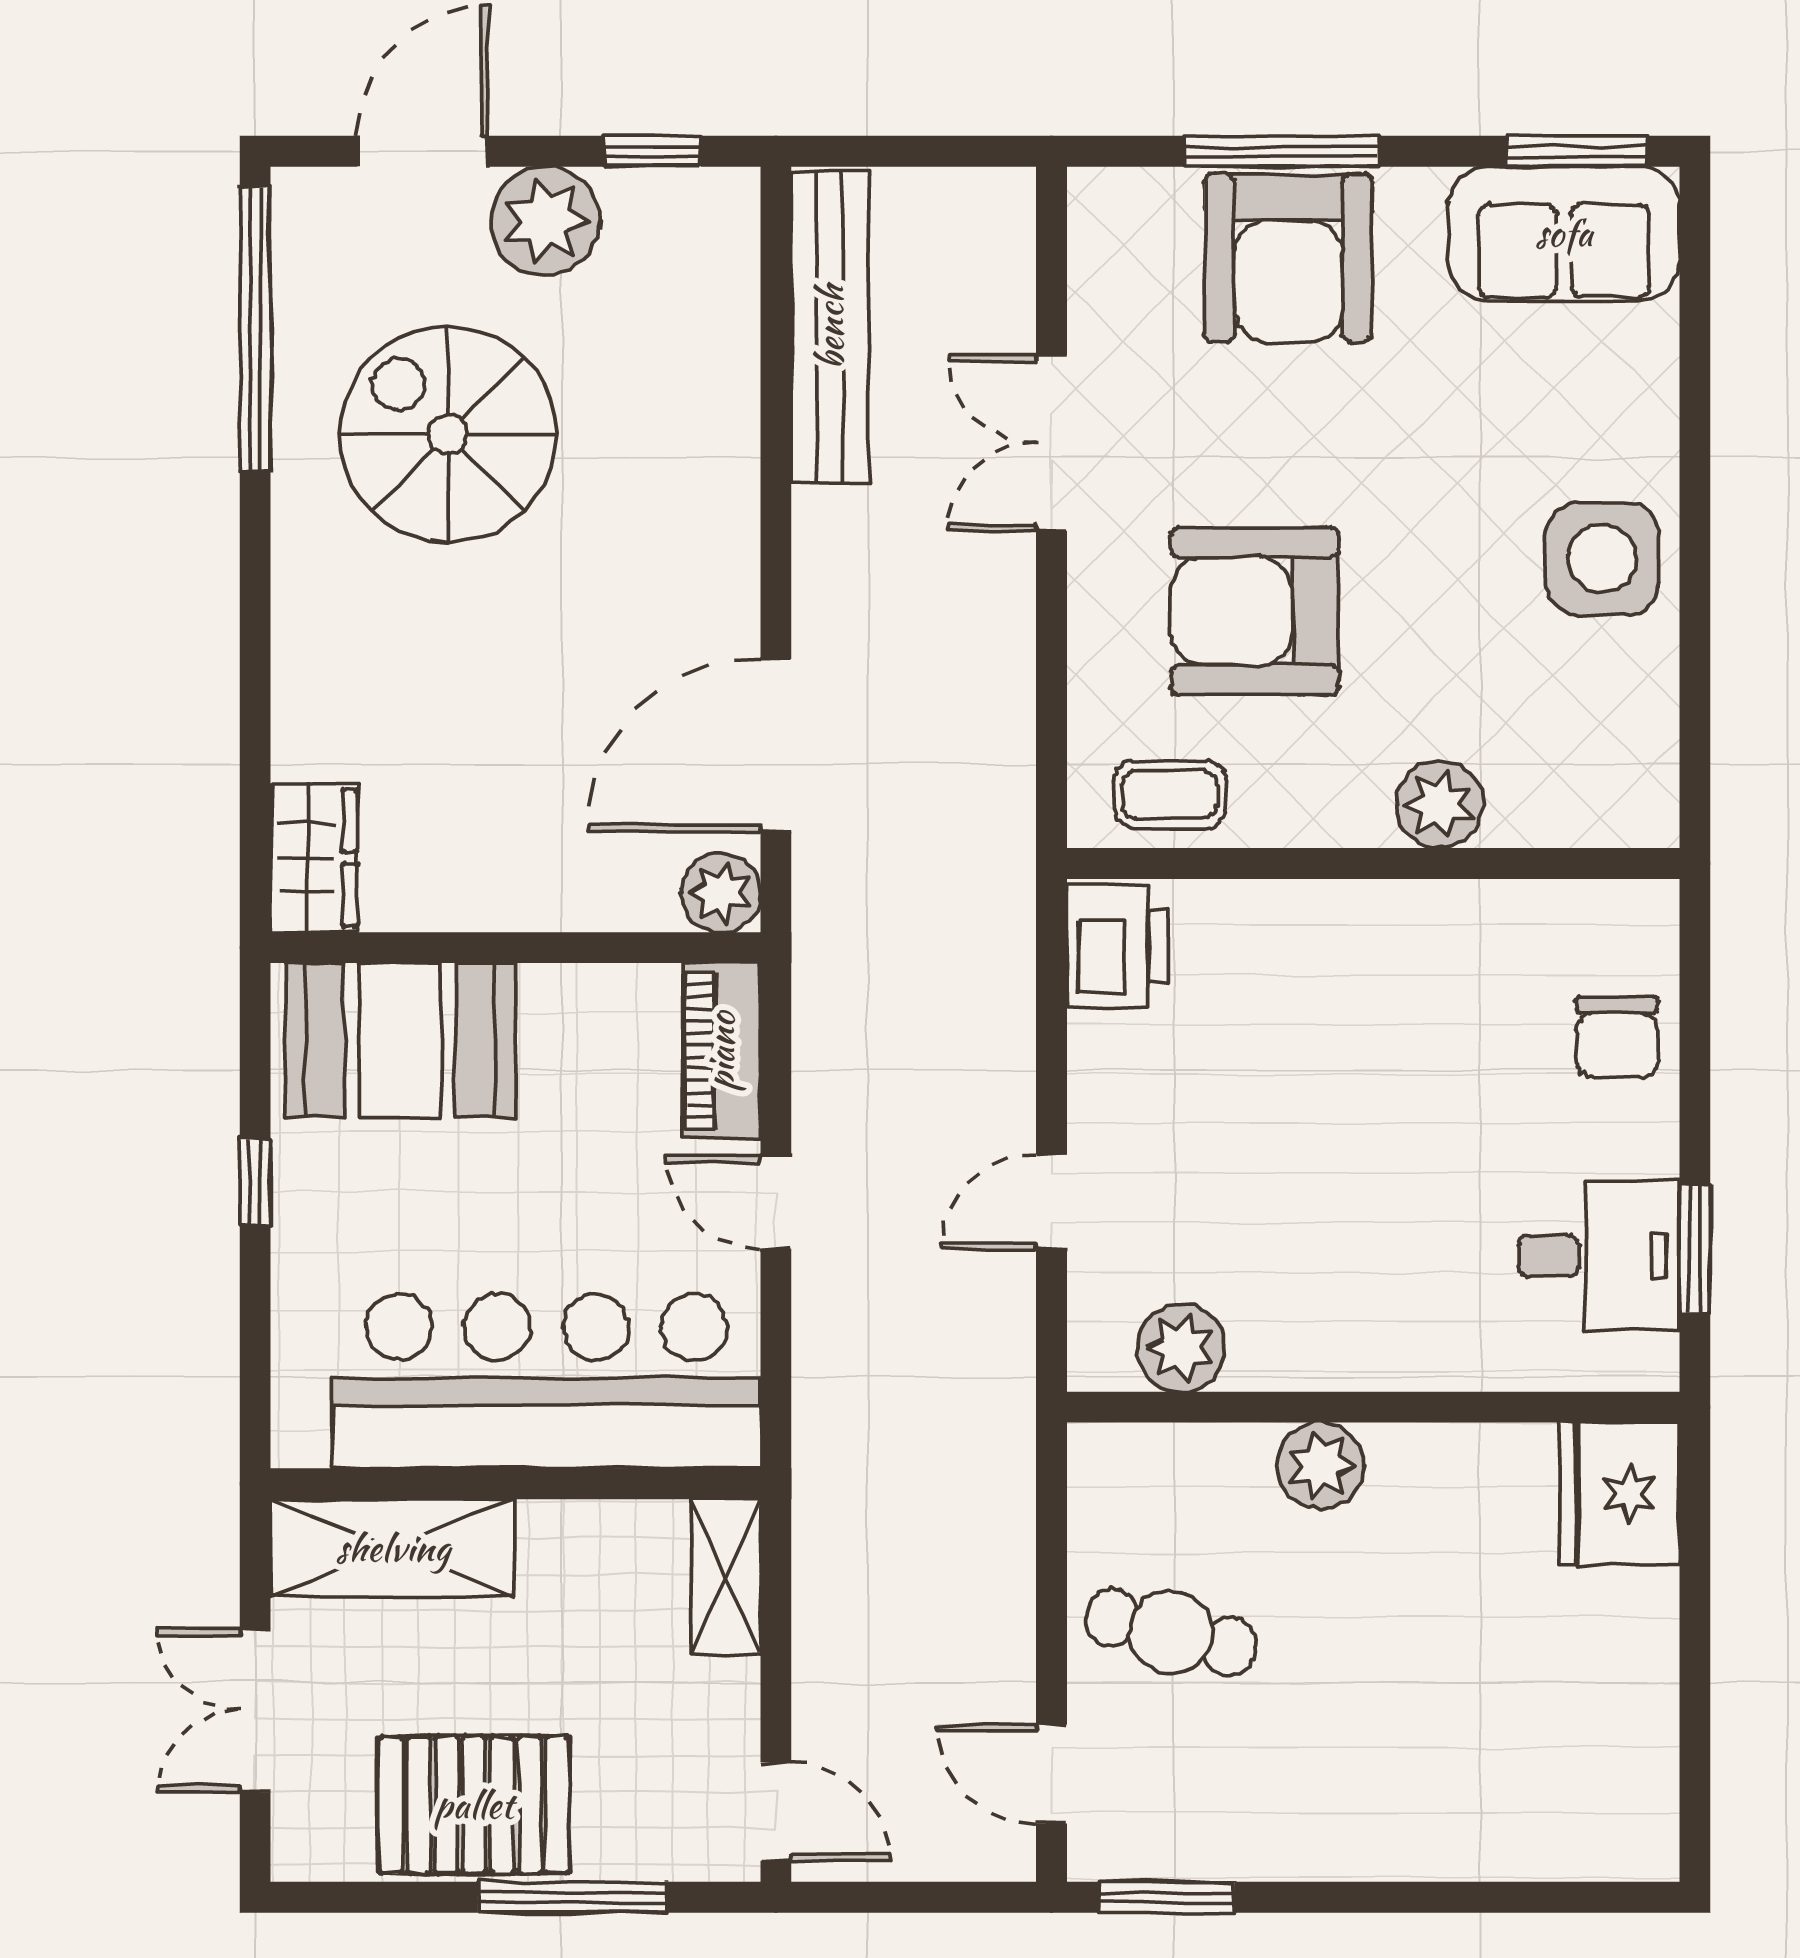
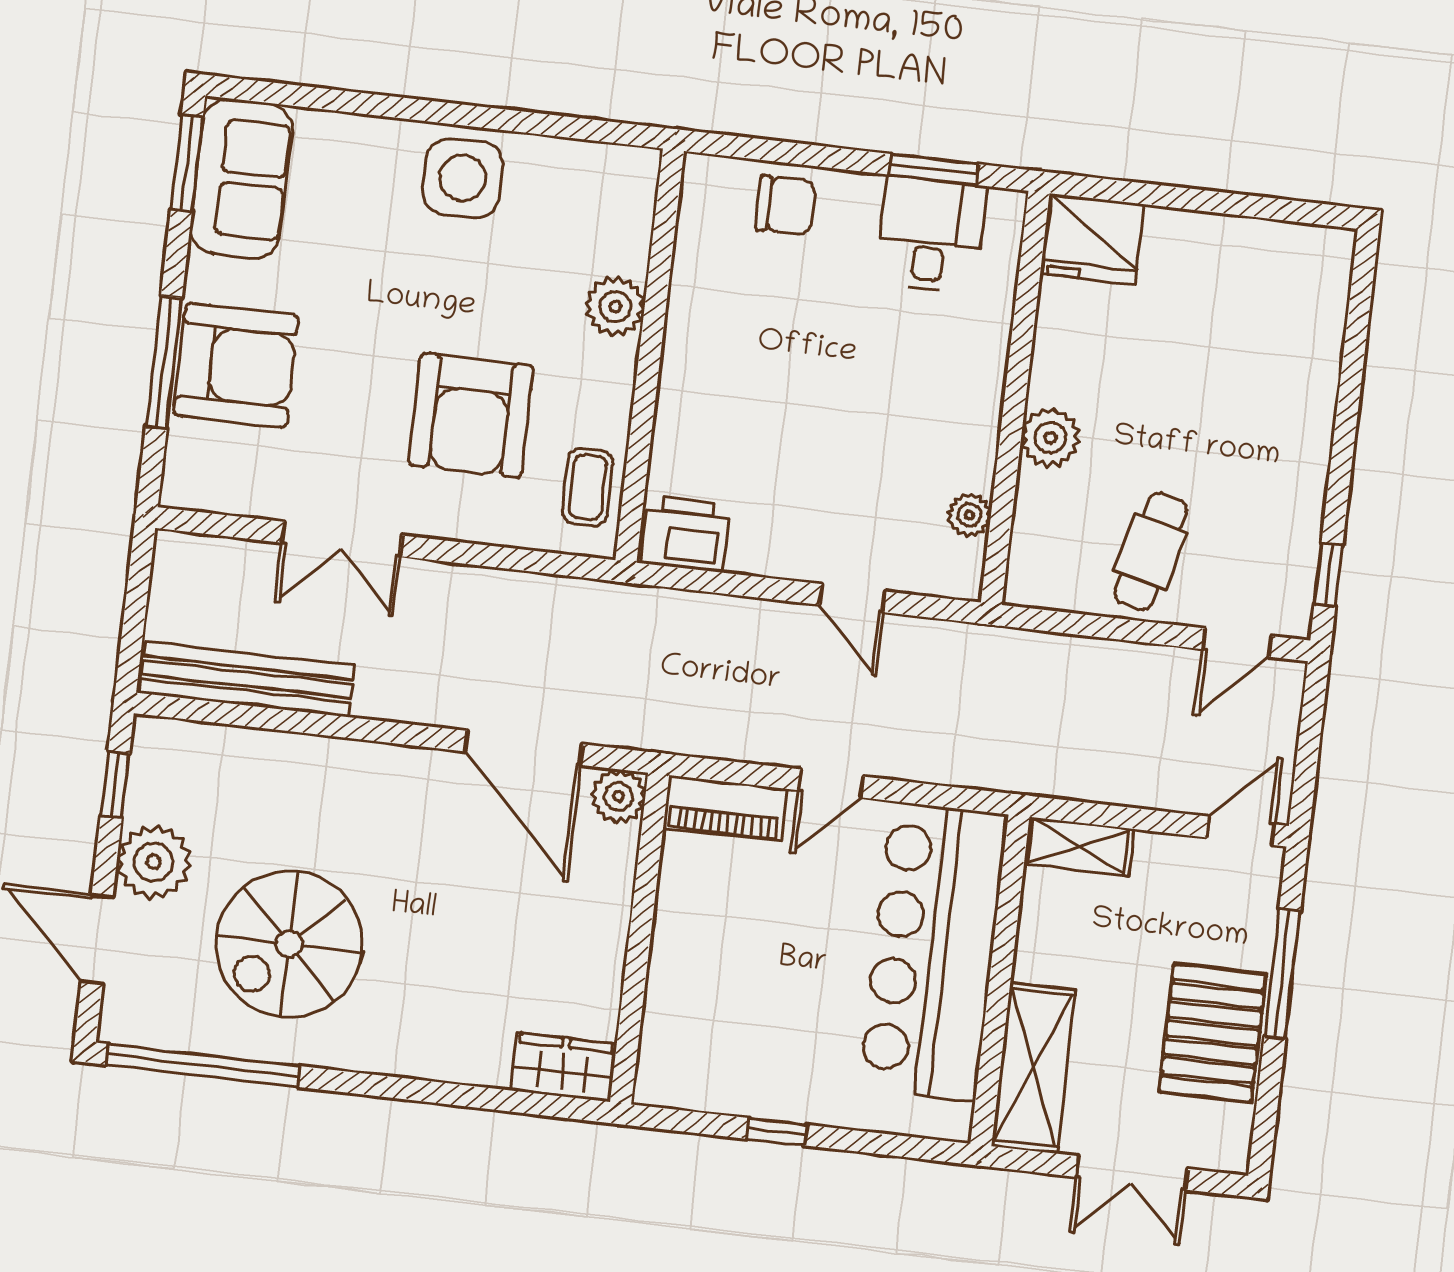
booth: (400, 1040) -> (693, 1023), removed
plant: (1181, 1348) -> (969, 515), width x0.73, depth x0.73
window: (1167, 1897) -> (1328, 575), width x0.67

